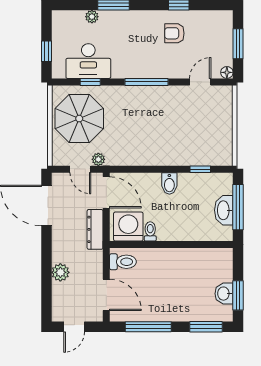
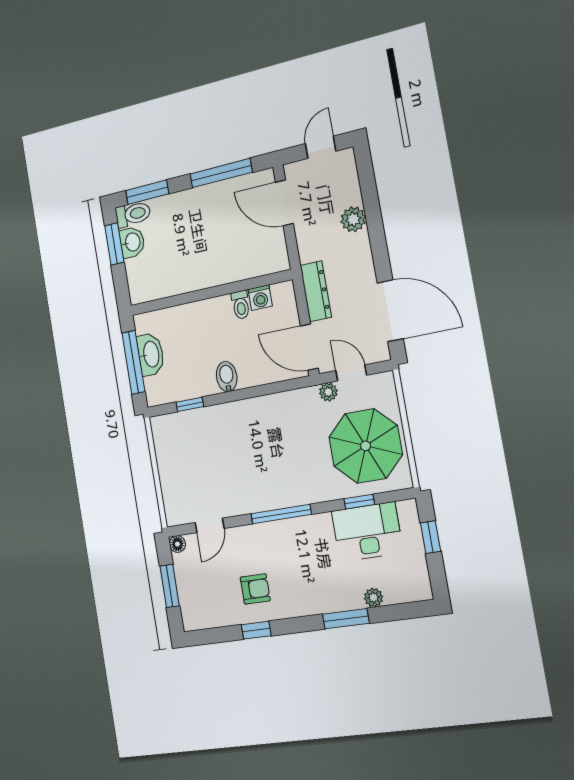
washing machine: (128, 227) -> (260, 298), width x0.53, depth x0.53
toilet: (123, 262) -> (133, 214), moved, turned 180

